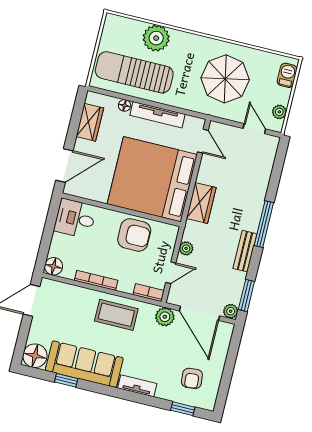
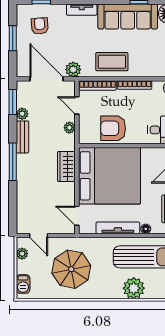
door: (171, 273) -> (77, 105), hinge flipped
bookcase: (149, 293) -> (97, 85), width x1.56
plant: (231, 311) -> (22, 114), moved
window: (228, 372) -> (13, 38), added

